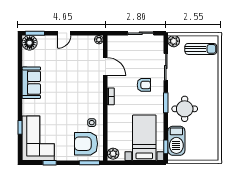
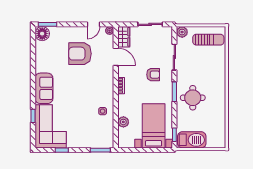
door: (64, 33) -> (94, 24), moved
wardrobe: (114, 46) -> (124, 37), added
sofa: (31, 83) -> (44, 88), moved
barbecue: (176, 141) -> (192, 140), moved, turned -90
armchair: (86, 144) -> (80, 54), moved
plant: (113, 154) -> (123, 122), moved

